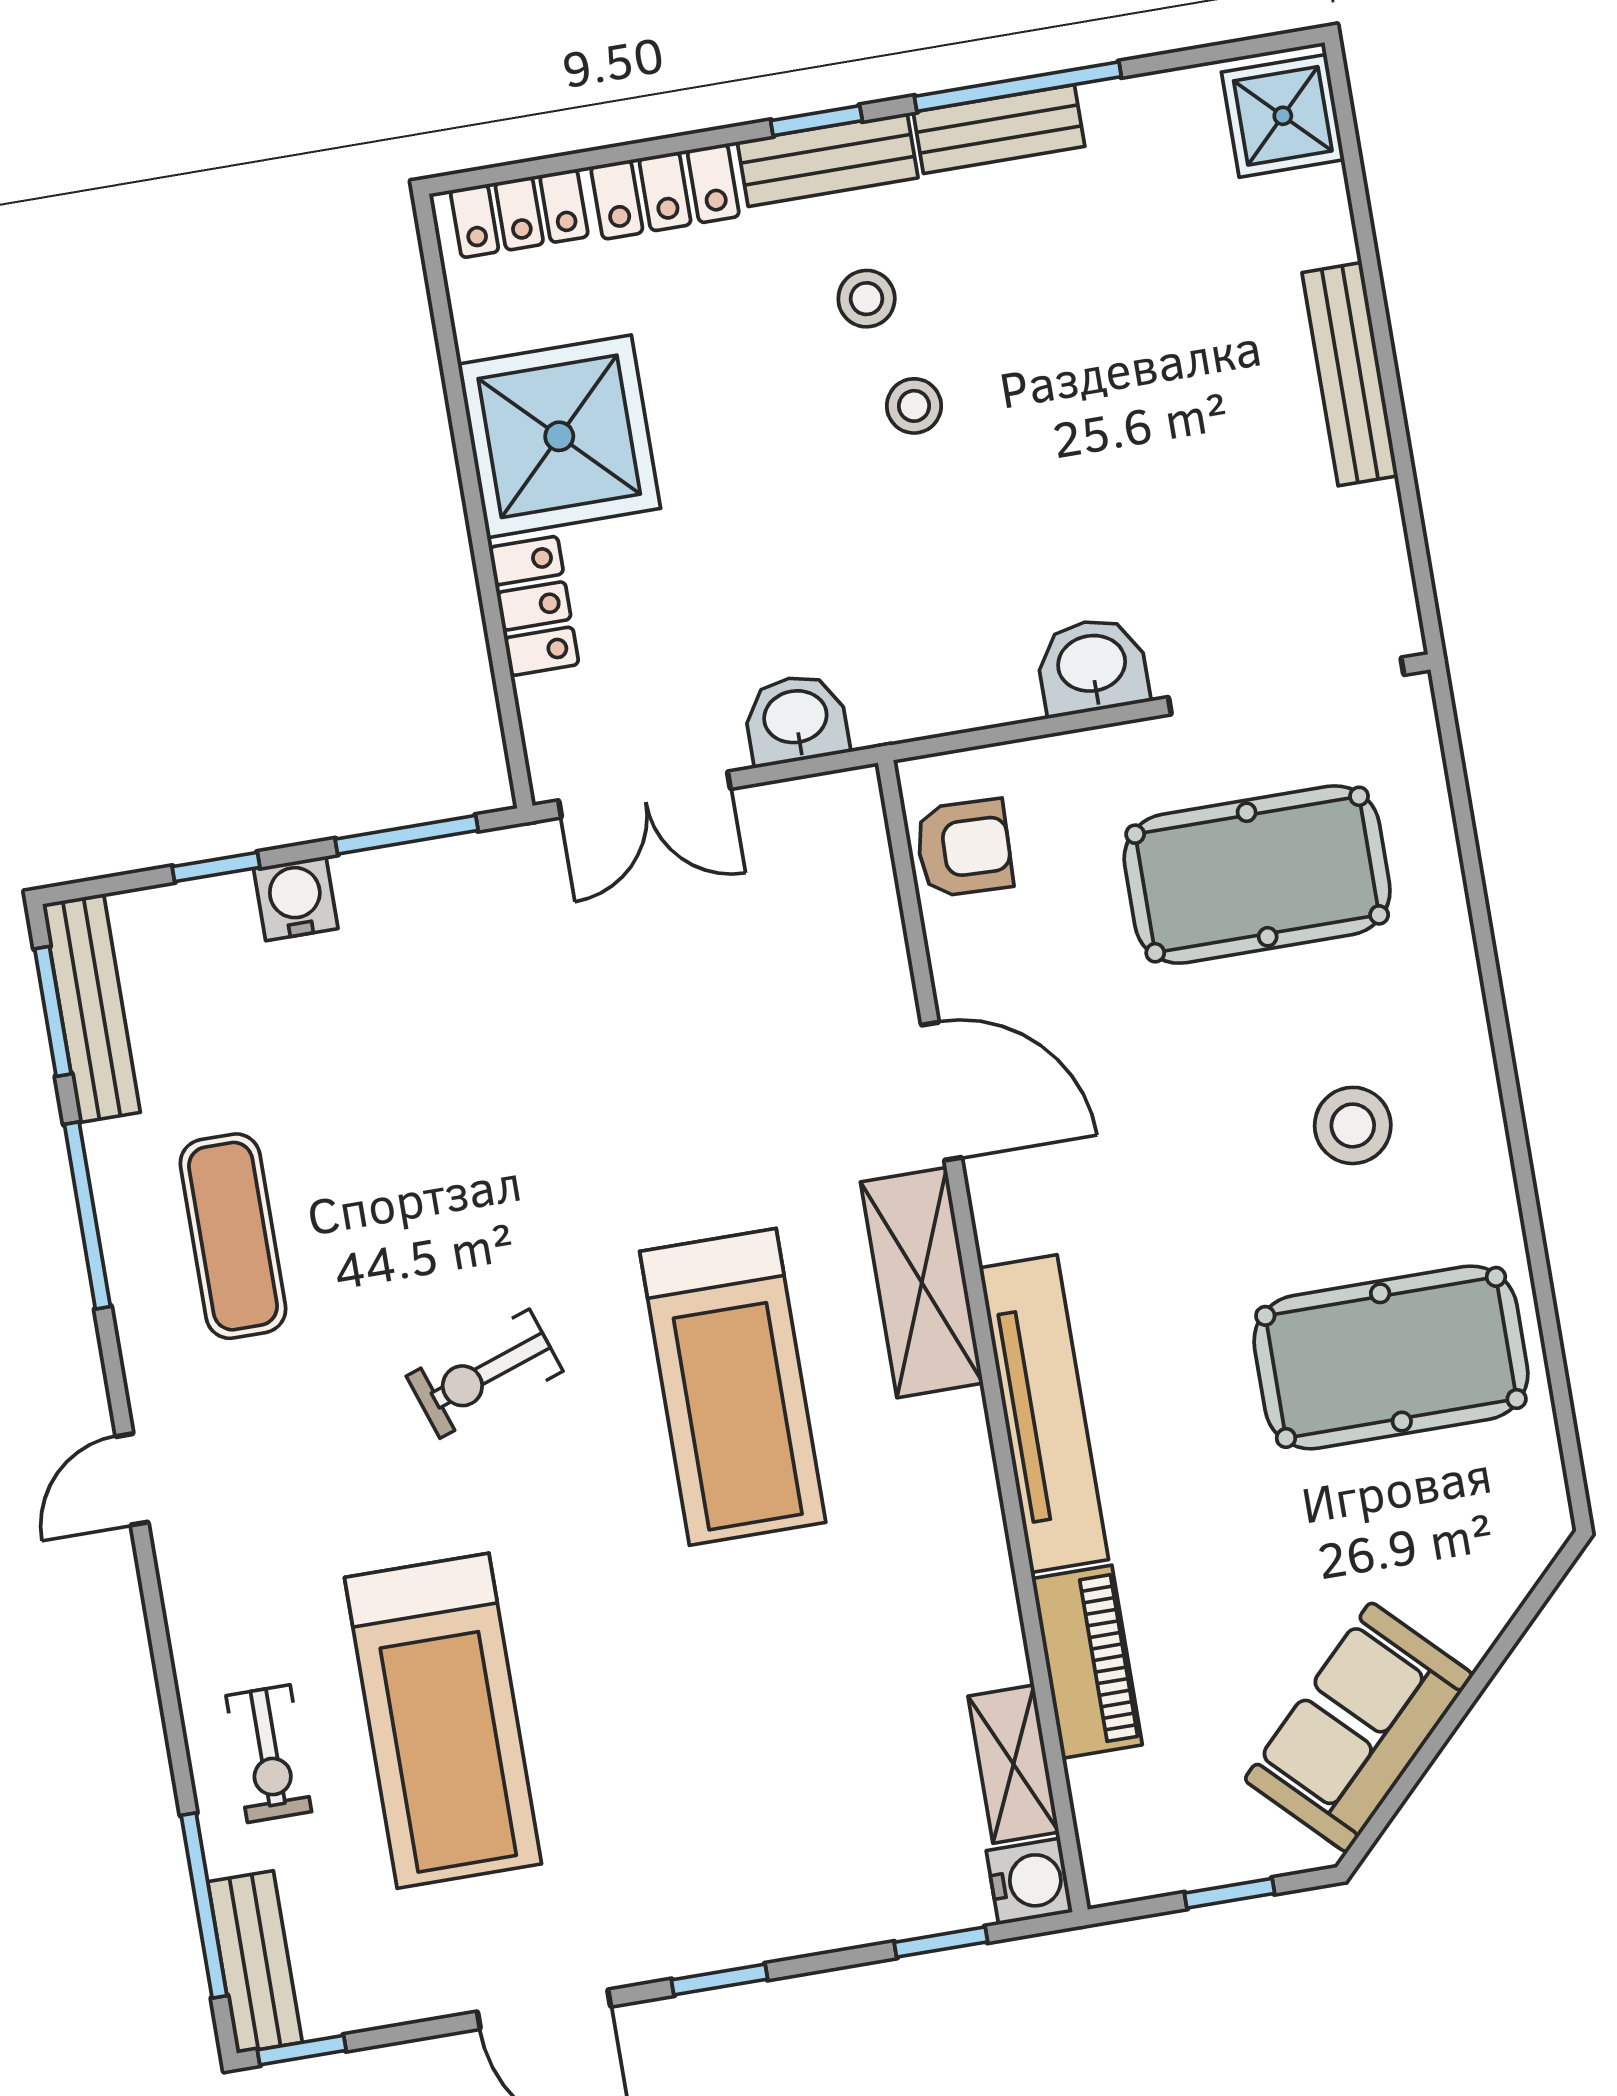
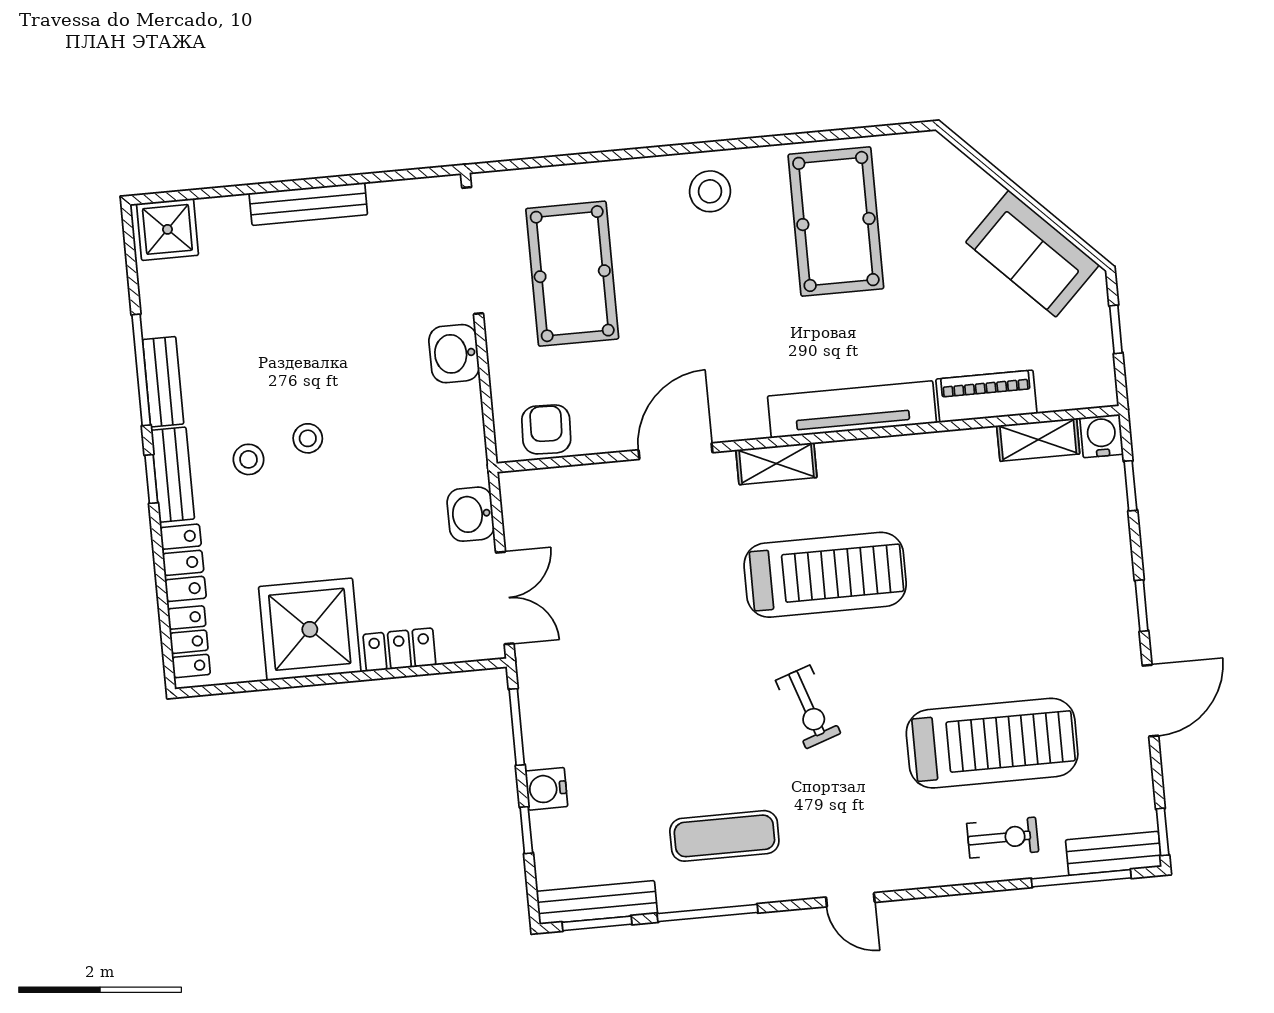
stool: (1353, 1125) -> (710, 191), moved
shelving: (922, 1283) -> (776, 464), width x0.67, depth x0.75

